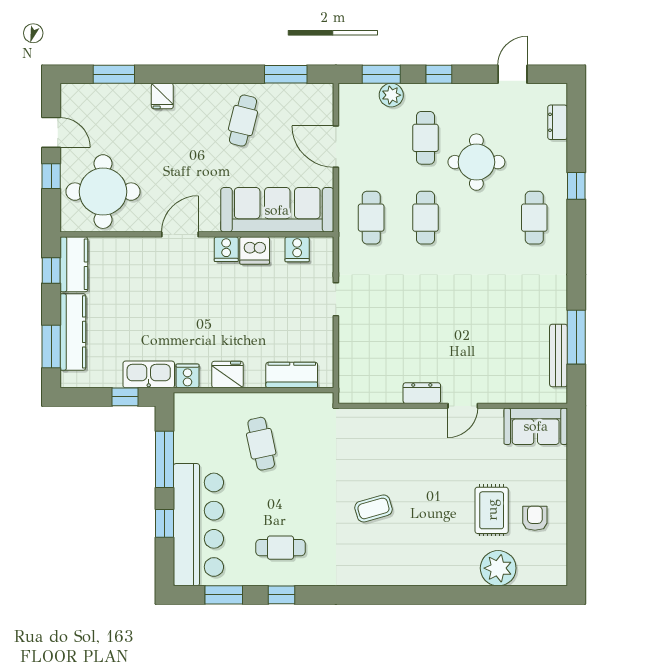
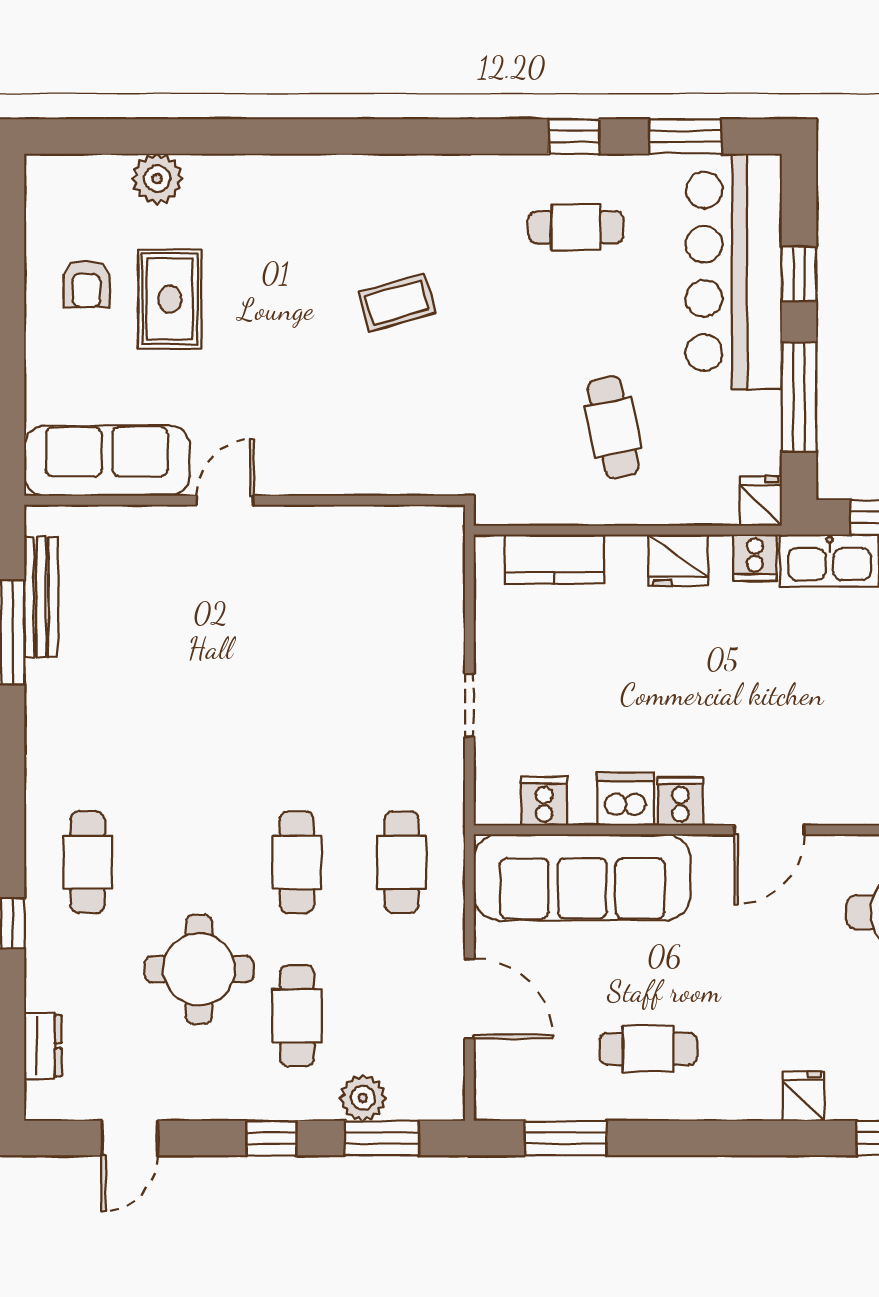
cafe table: (243, 121) -> (648, 1049), turned 76
dresser: (422, 393) -> (304, 525), removed
fridge: (184, 405) -> (761, 501), added
sofa: (536, 426) -> (107, 461), width x1.36
plant: (498, 568) -> (157, 179), width x0.73, depth x0.73

